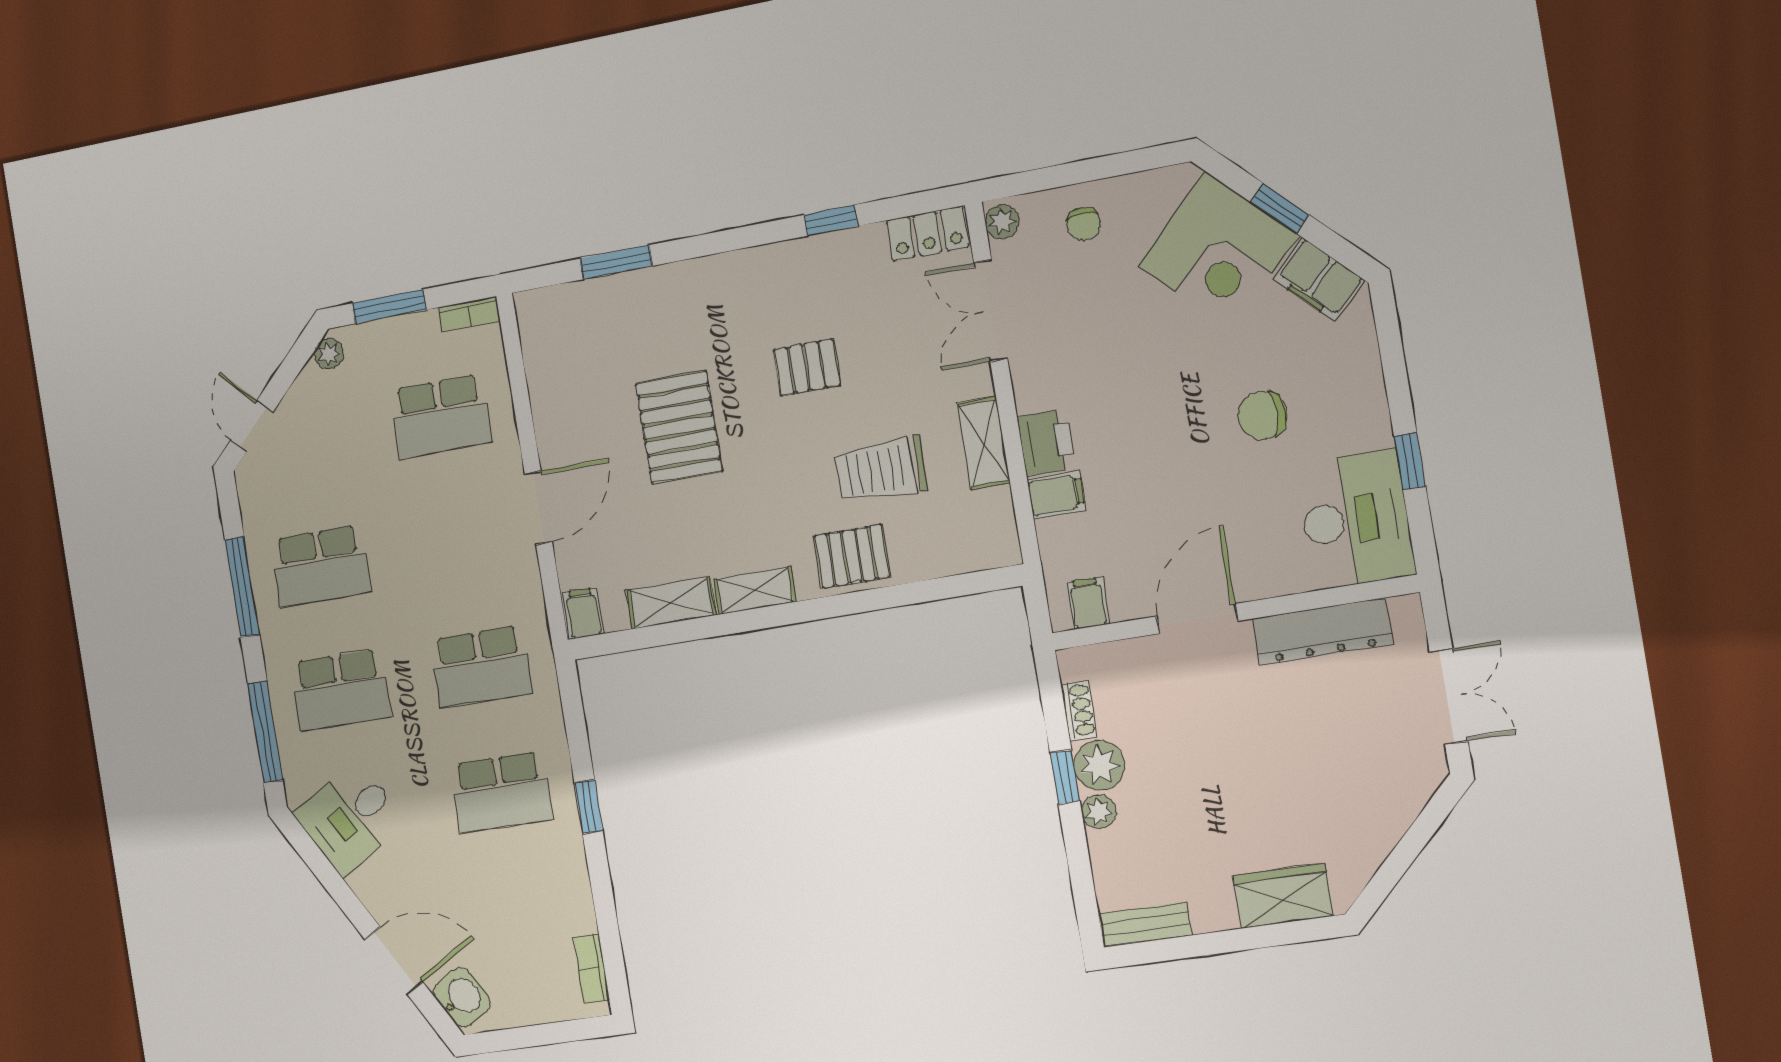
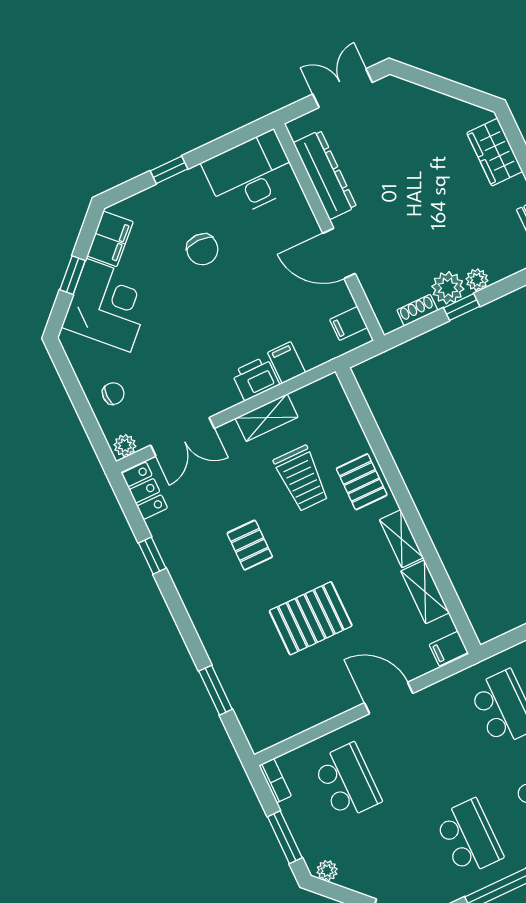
window: (1410, 461) -> (169, 170), moved

